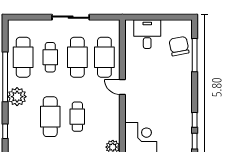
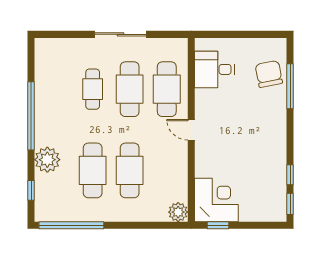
desk: (147, 34) -> (214, 69), moved, turned -90
cafe table: (23, 57) -> (56, 89), removed
plant: (17, 97) -> (47, 160), moved
cafe table: (77, 117) -> (130, 170), width x1.37, depth x1.35

